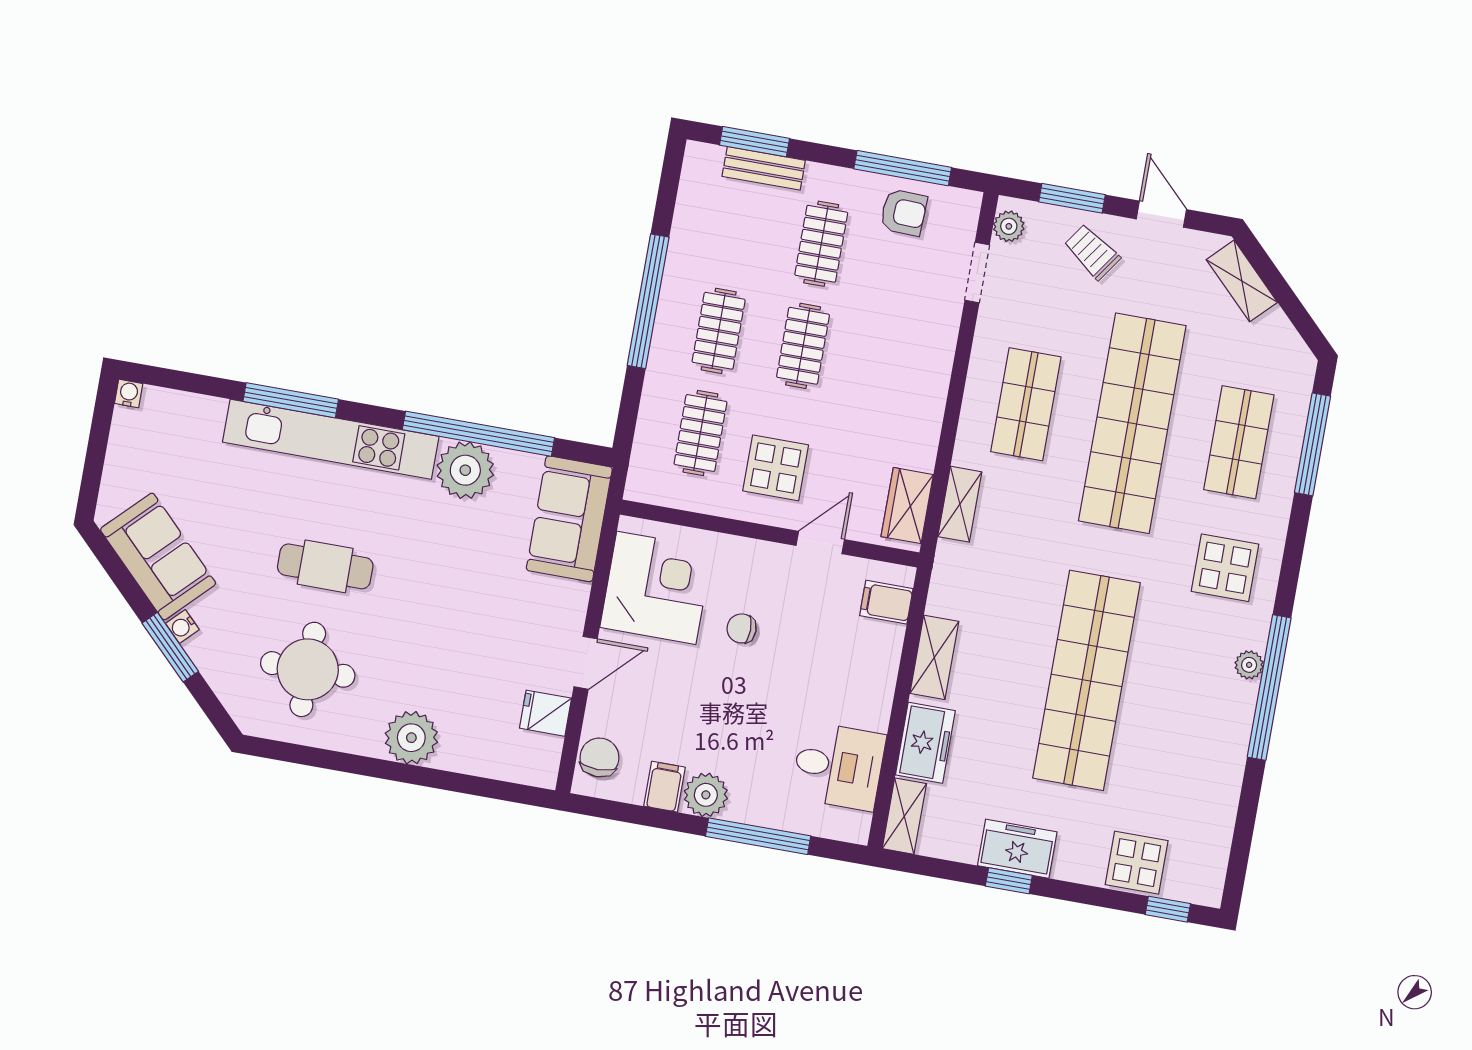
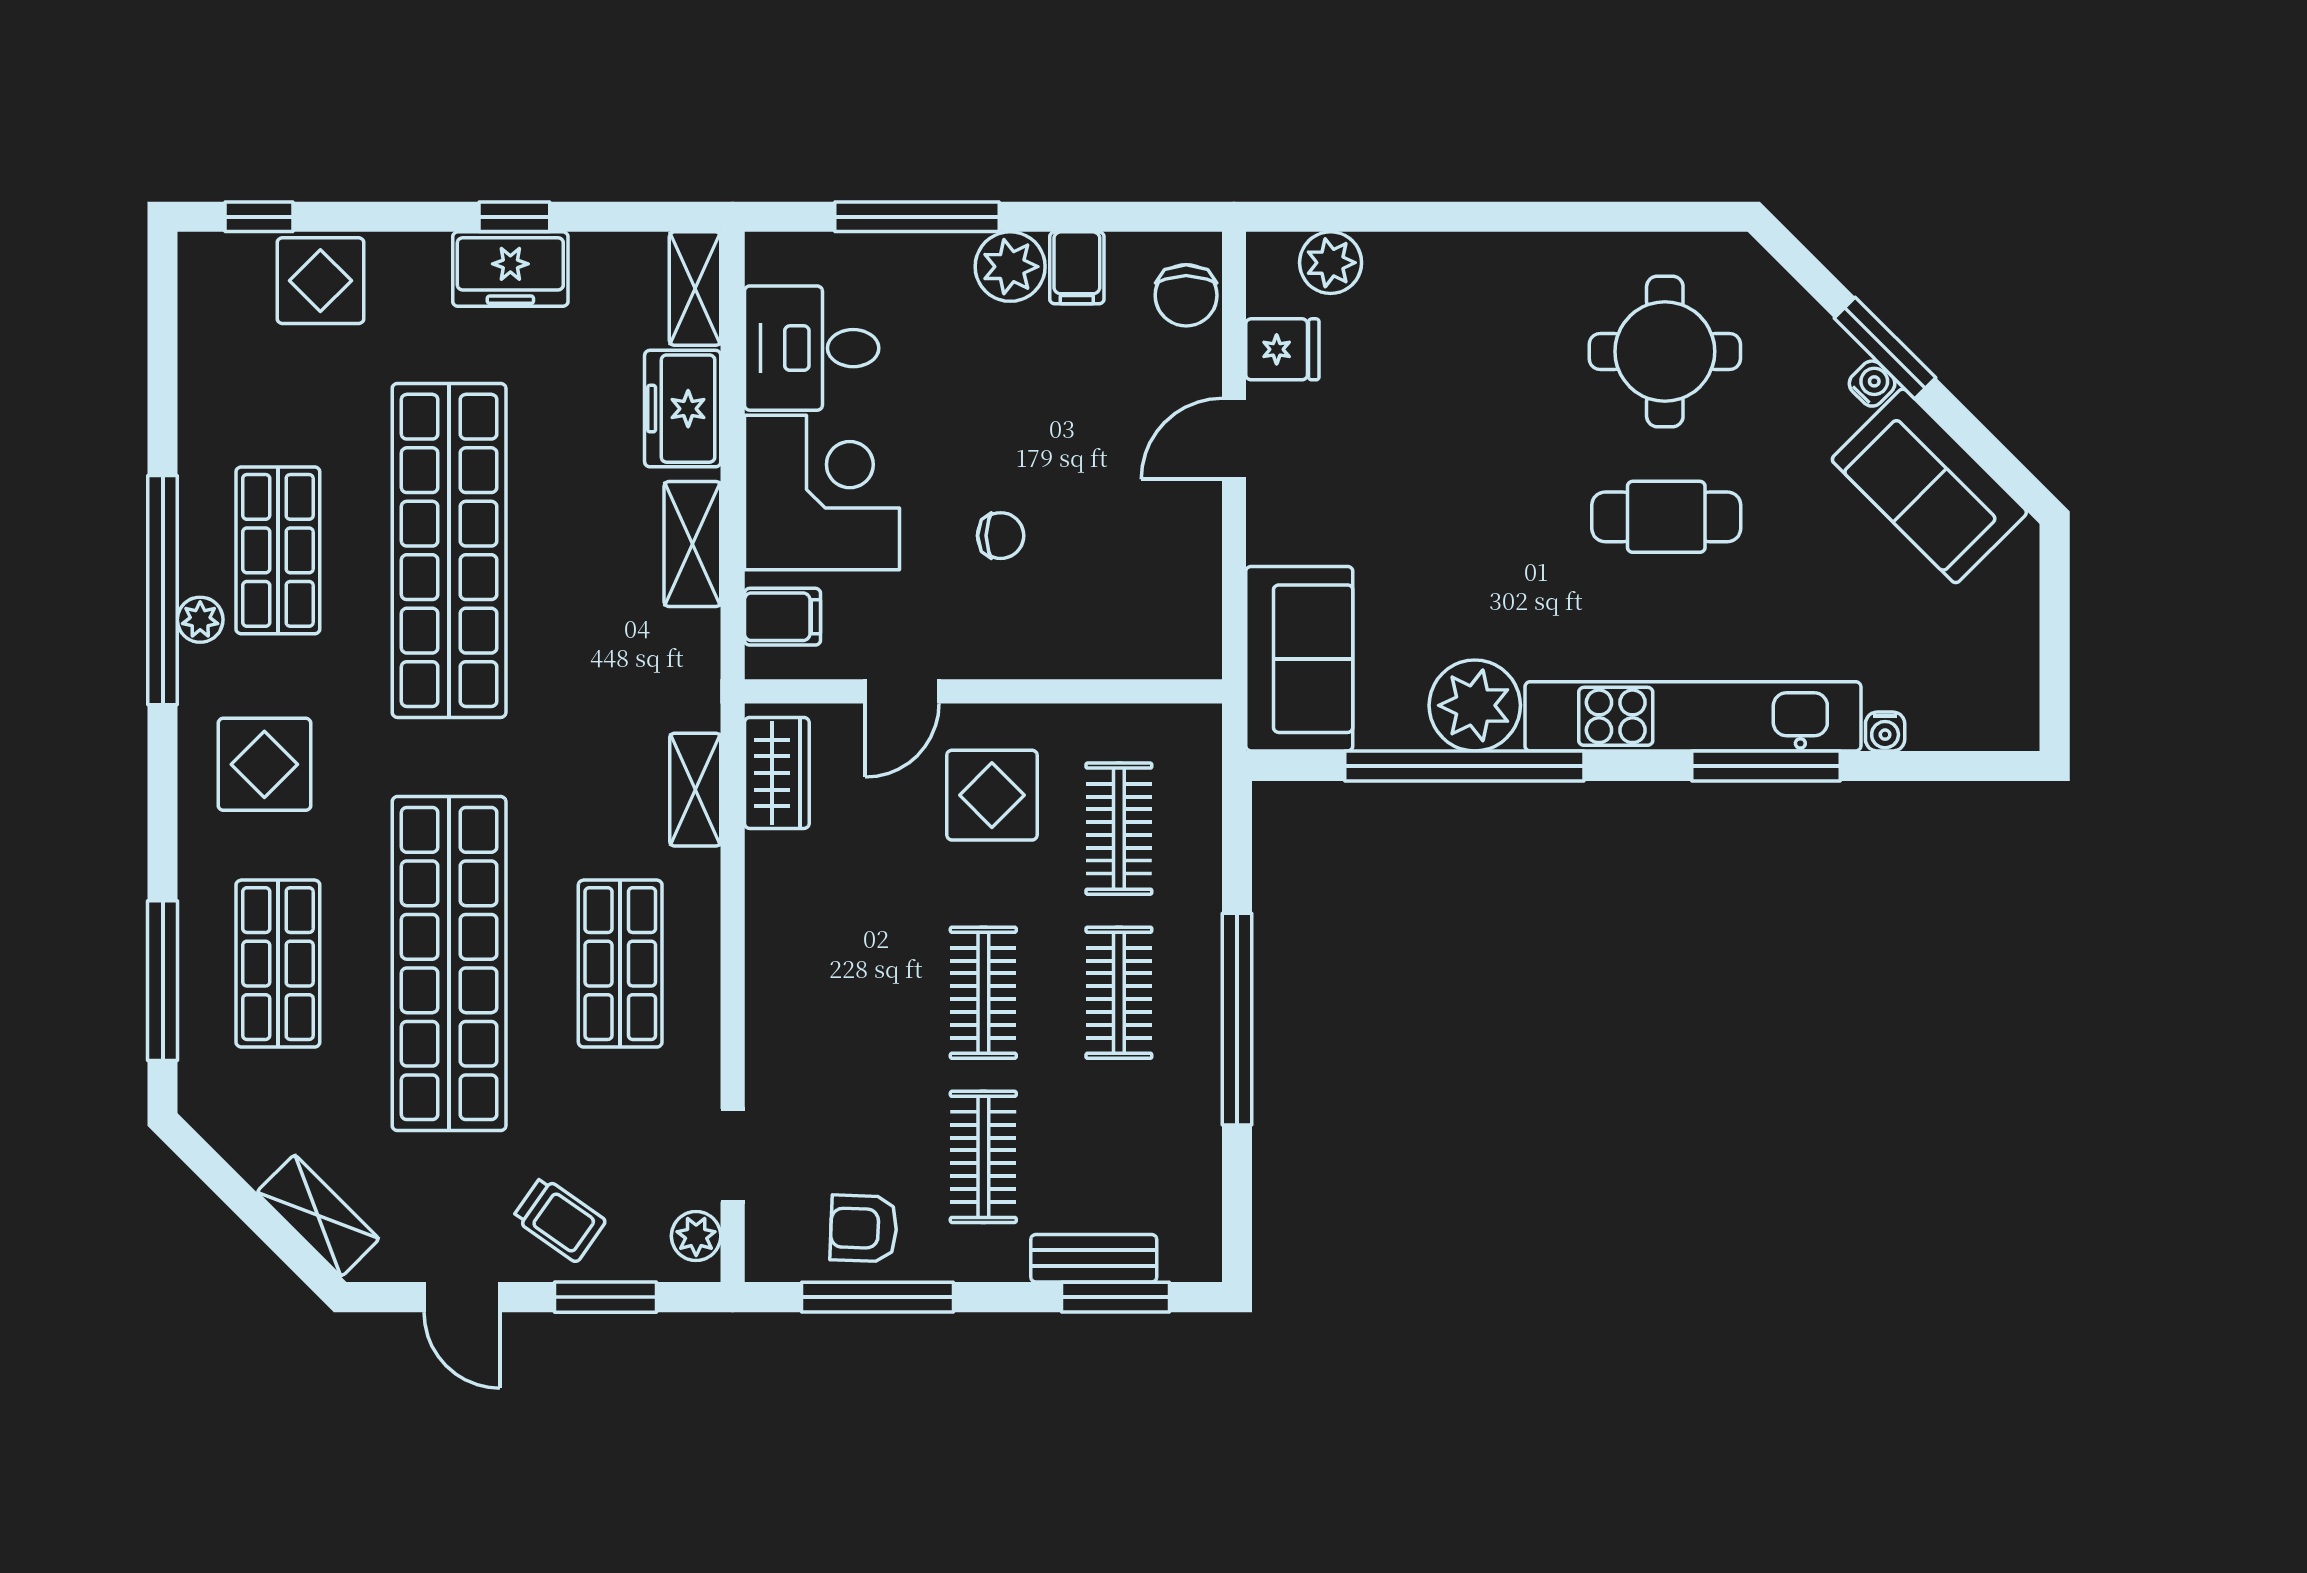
water cooler: (129, 394) -> (1885, 731), moved
corner desk: (656, 588) -> (822, 492), moved, turned 180
shop shelf: (1193, 699) -> (278, 550), added
plant: (411, 738) -> (1331, 263), moved, width x0.73, depth x0.73

